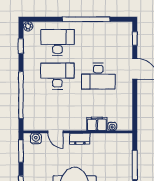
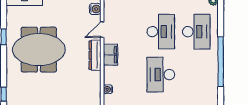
filing cabinet: (97, 124) -> (111, 55), moved
dresser: (80, 139) -> (95, 55), width x1.44

